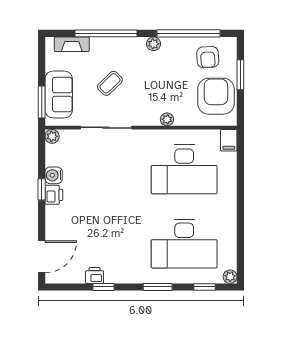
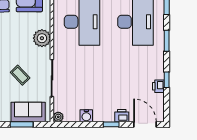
window: (42, 102) -> (22, 124), moved
plant: (167, 119) -> (42, 38), width x1.88, depth x1.88
window: (42, 189) -> (111, 124), moved
printer: (54, 195) -> (122, 116), moved

